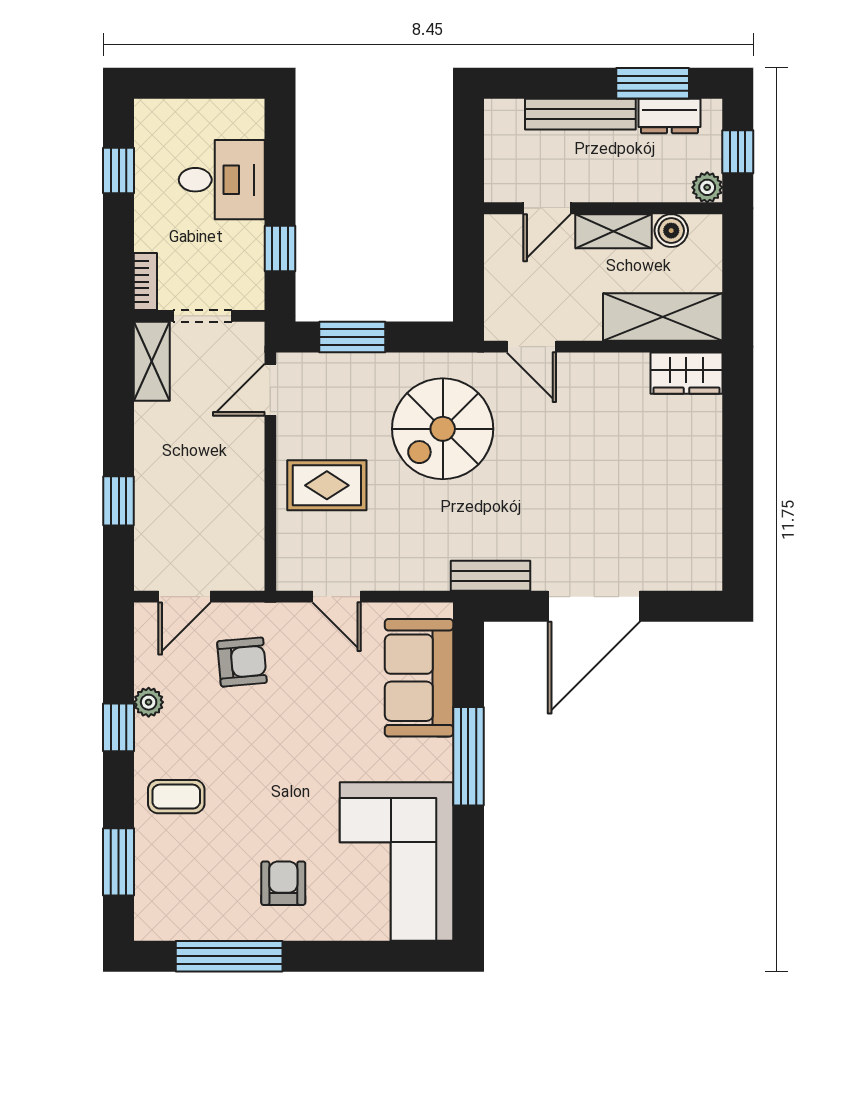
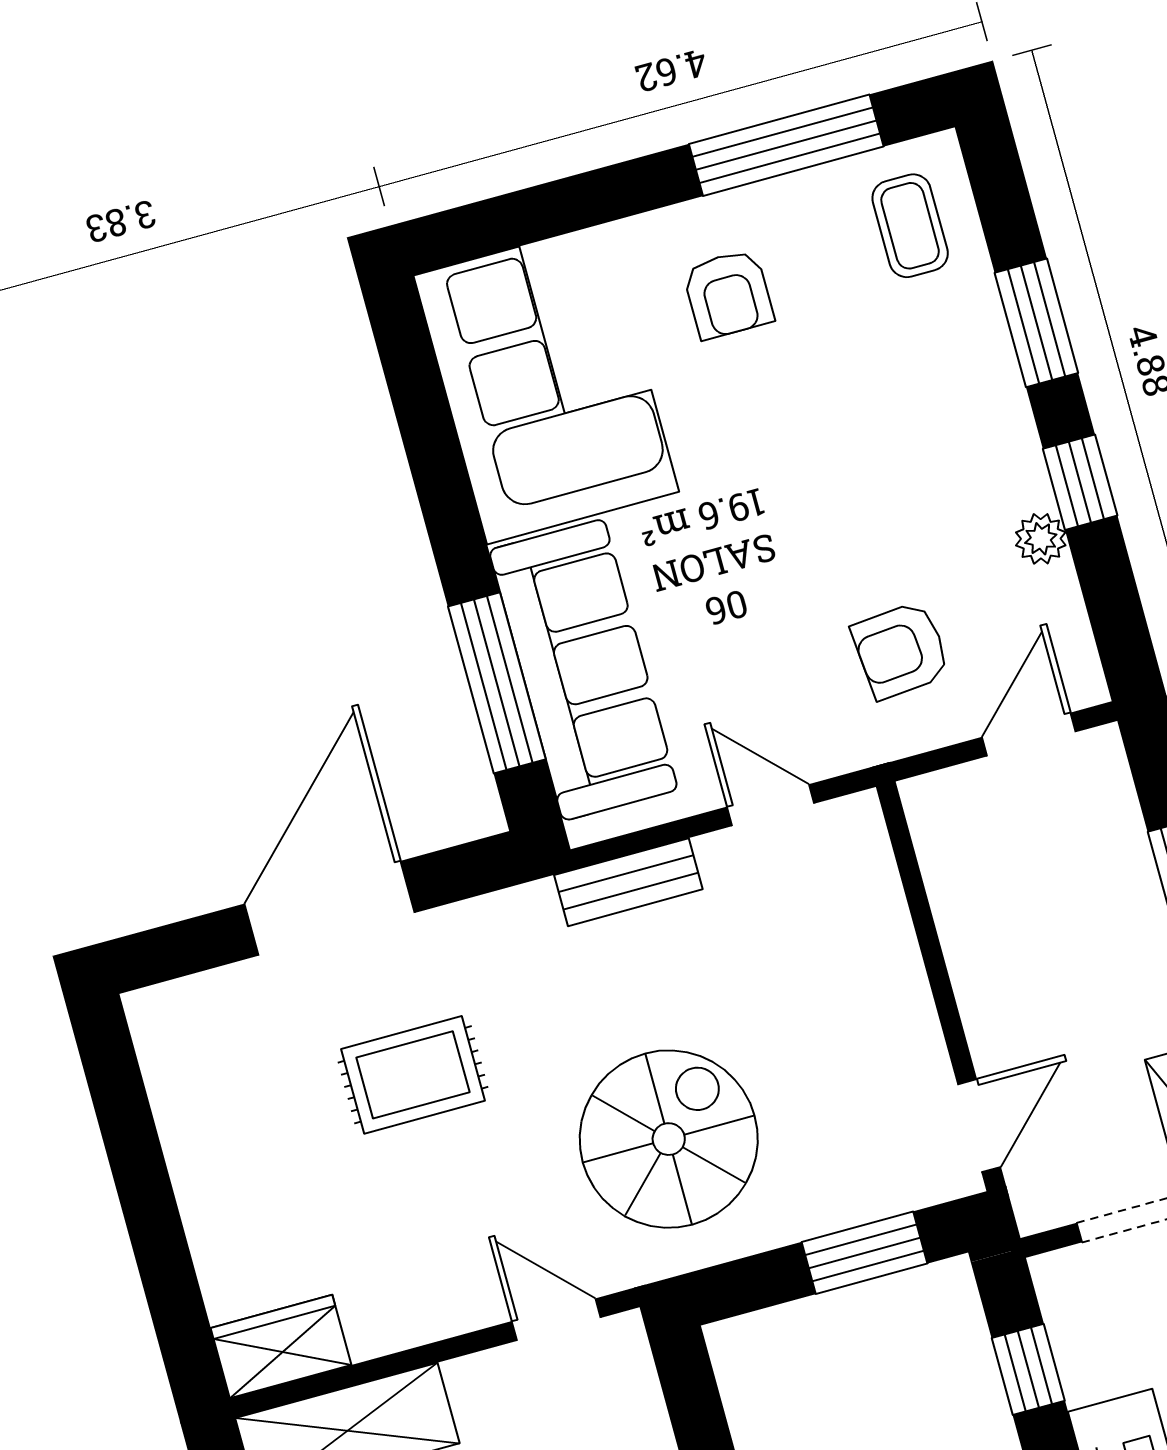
rug: (327, 485) -> (413, 1075), moved
bench: (490, 576) -> (628, 882), moved
sofa: (419, 678) -> (583, 670), width x1.36
window: (468, 756) -> (497, 683), moved
coffee table: (176, 797) -> (910, 226), moved, turned 90
window: (119, 862) -> (1036, 323), moved

